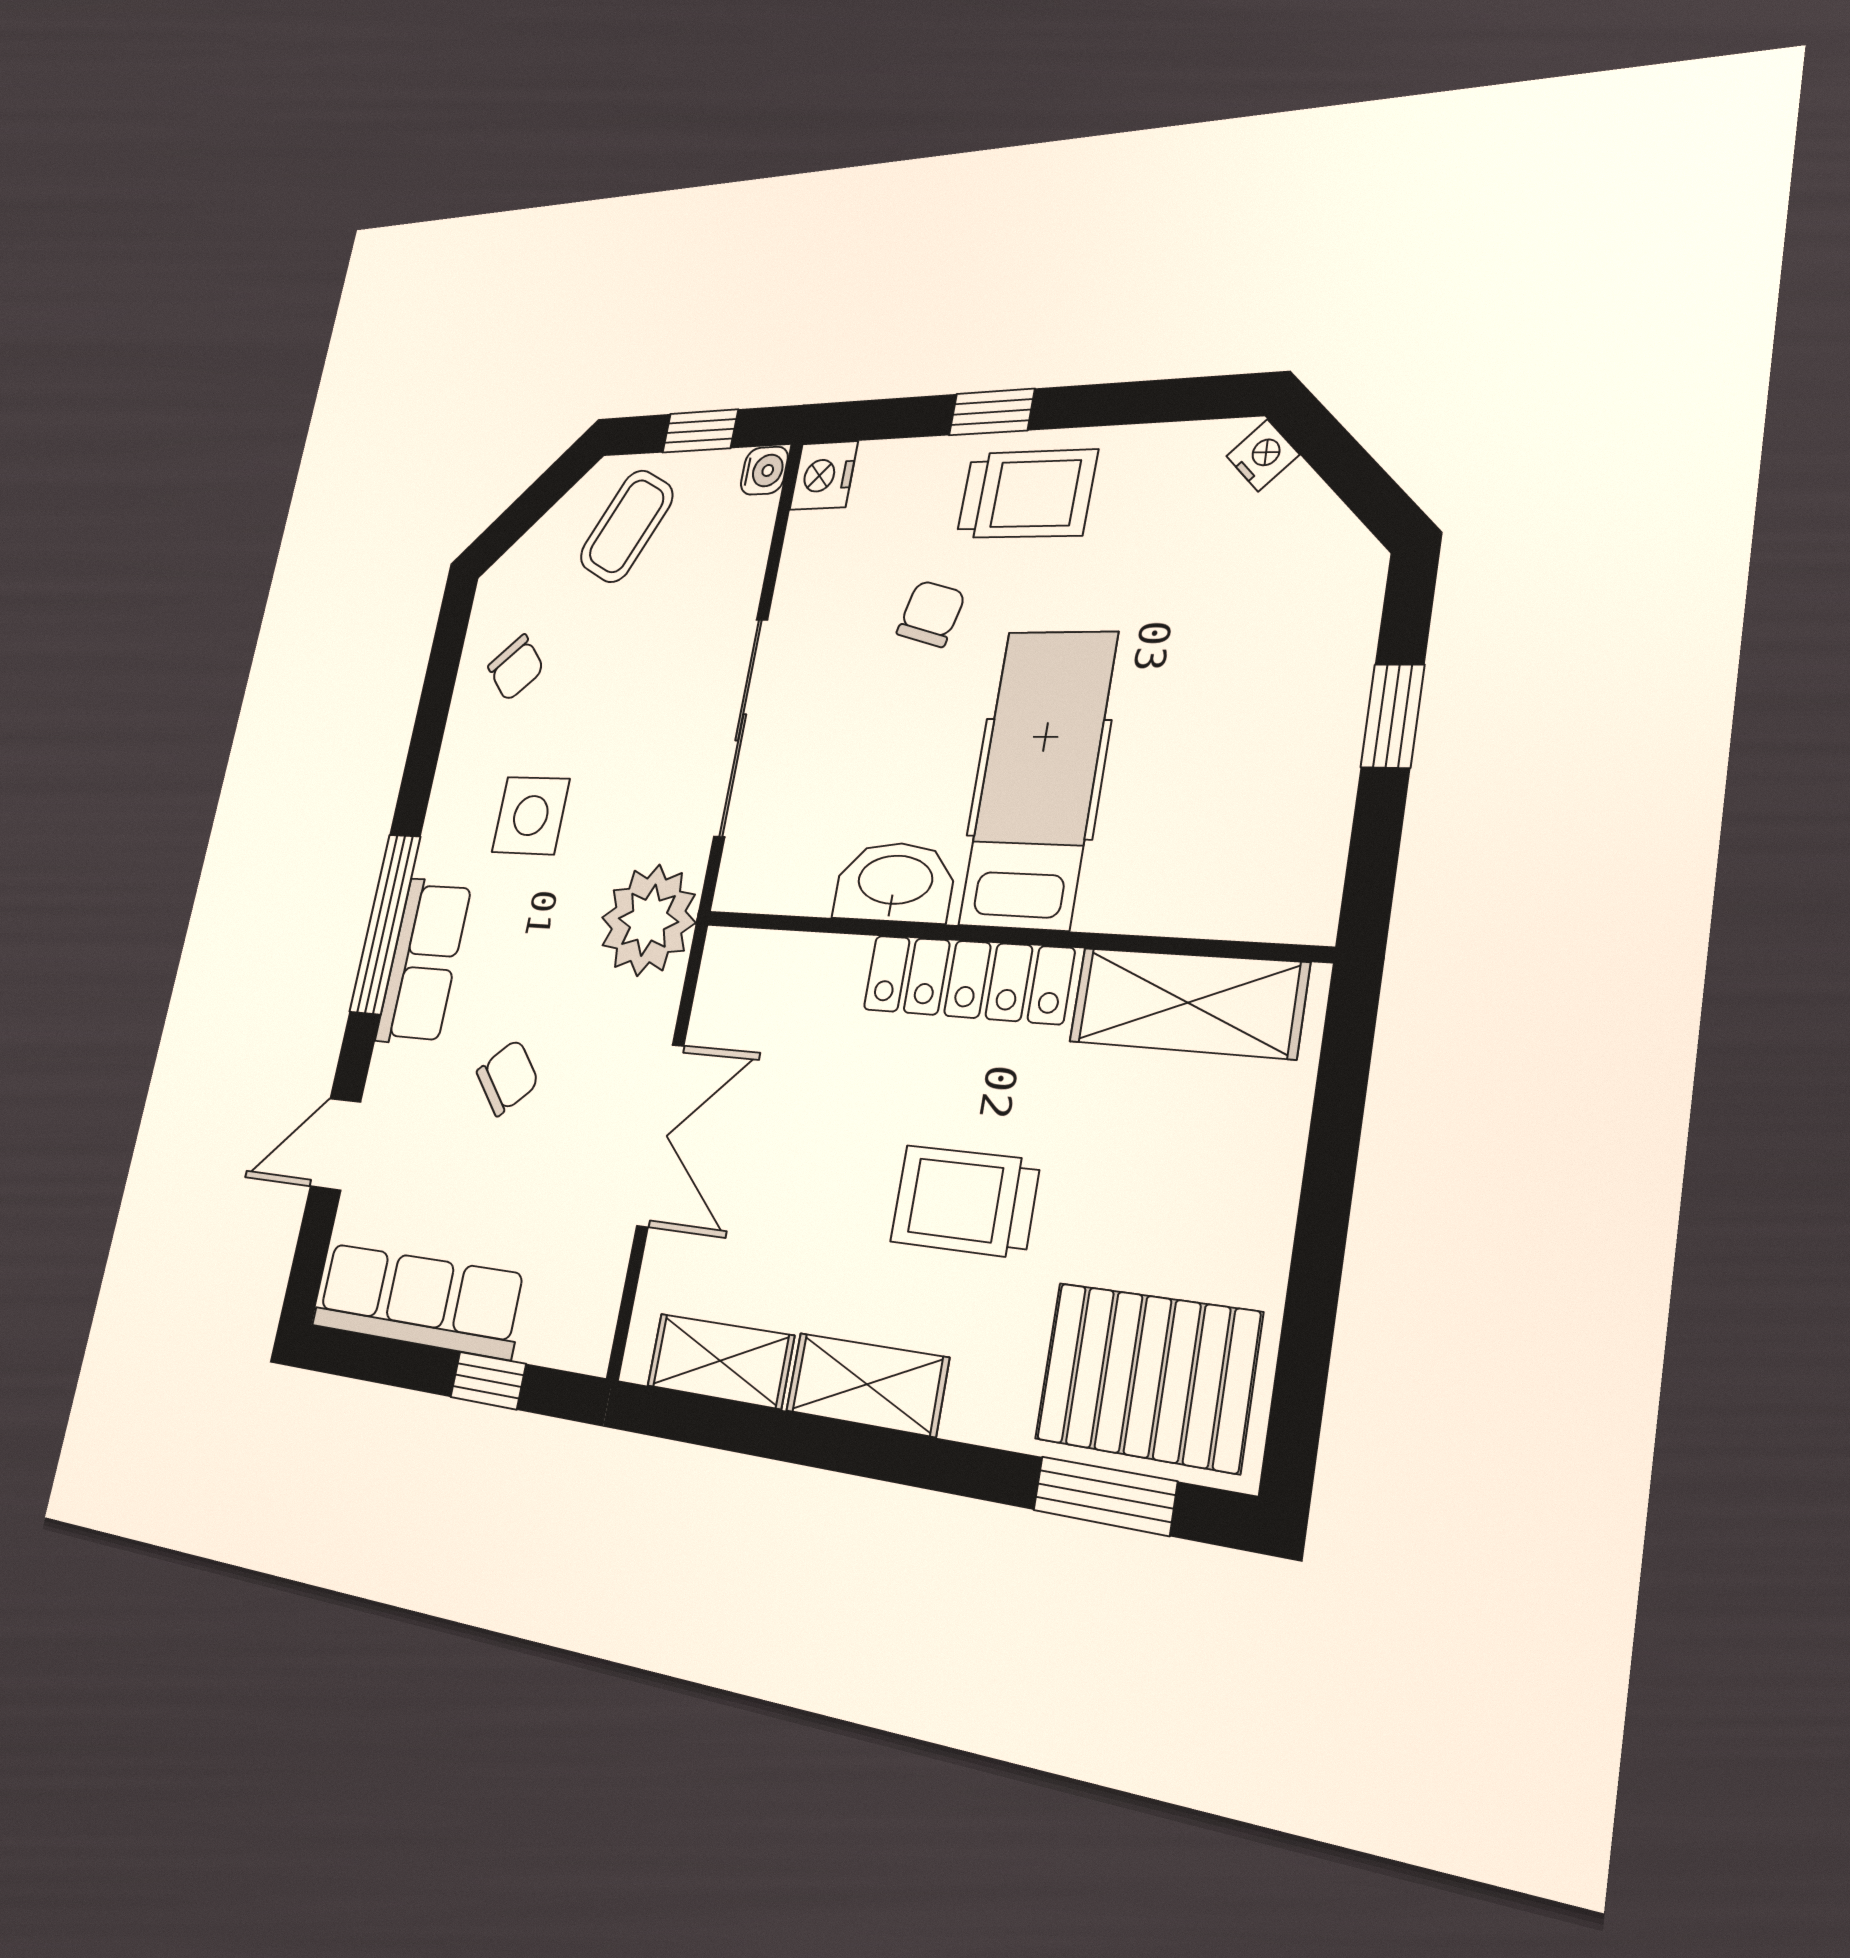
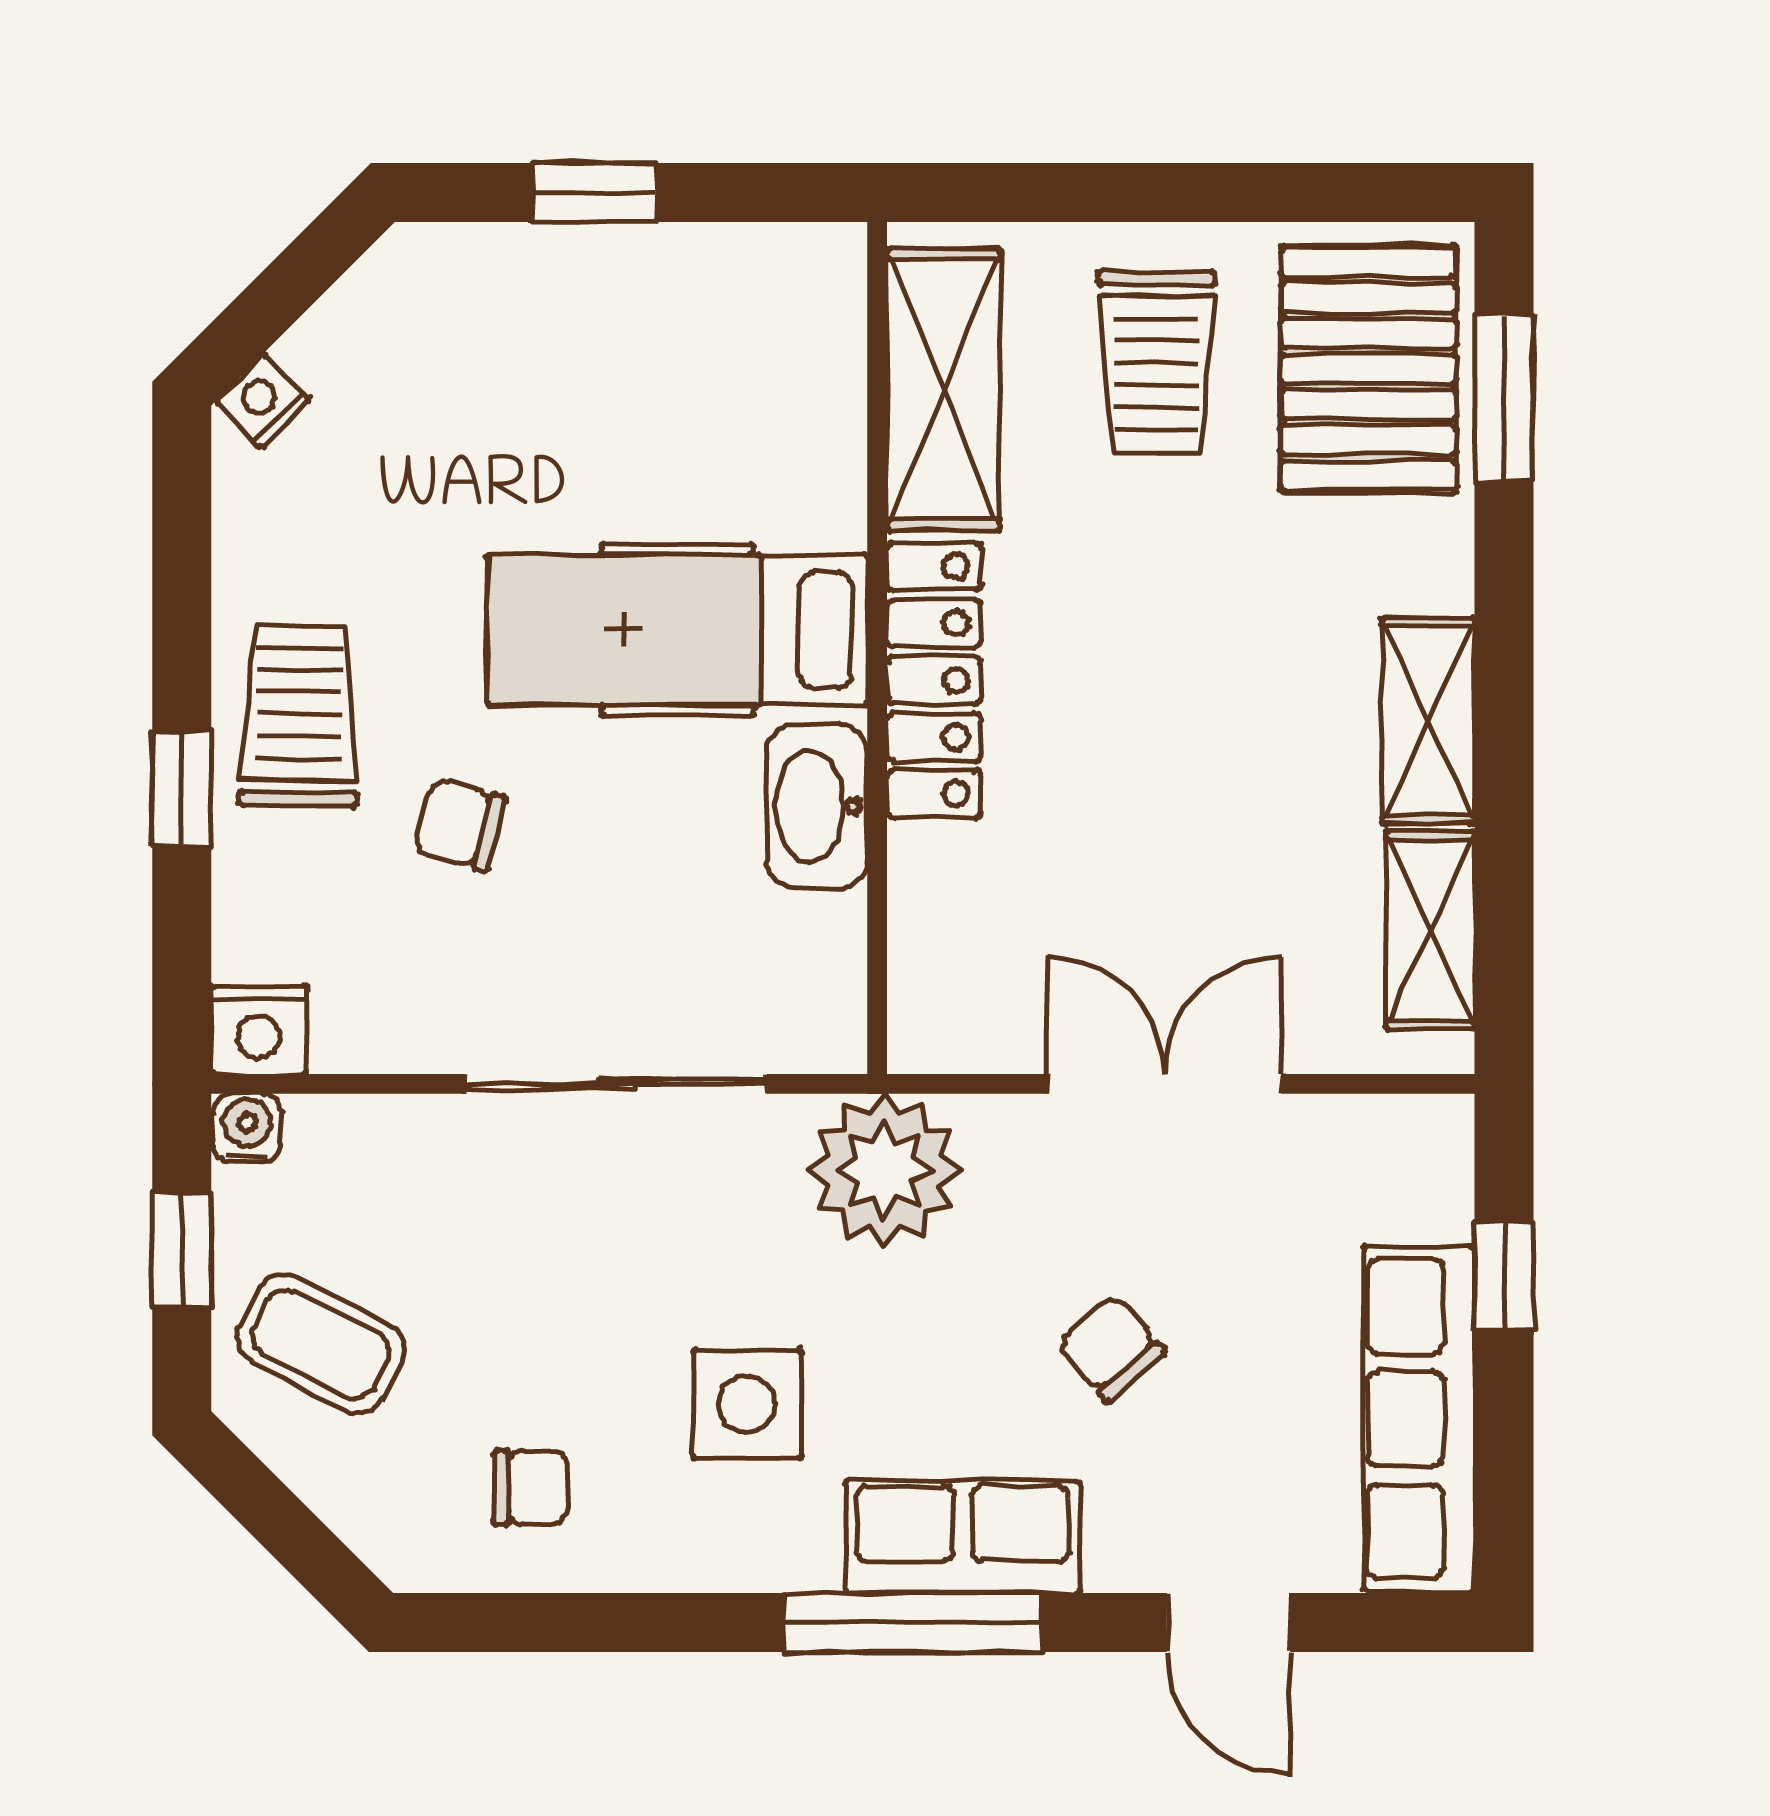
chair: (516, 668) -> (531, 1487), turned 42
trolley: (965, 1201) -> (1157, 361), moved

